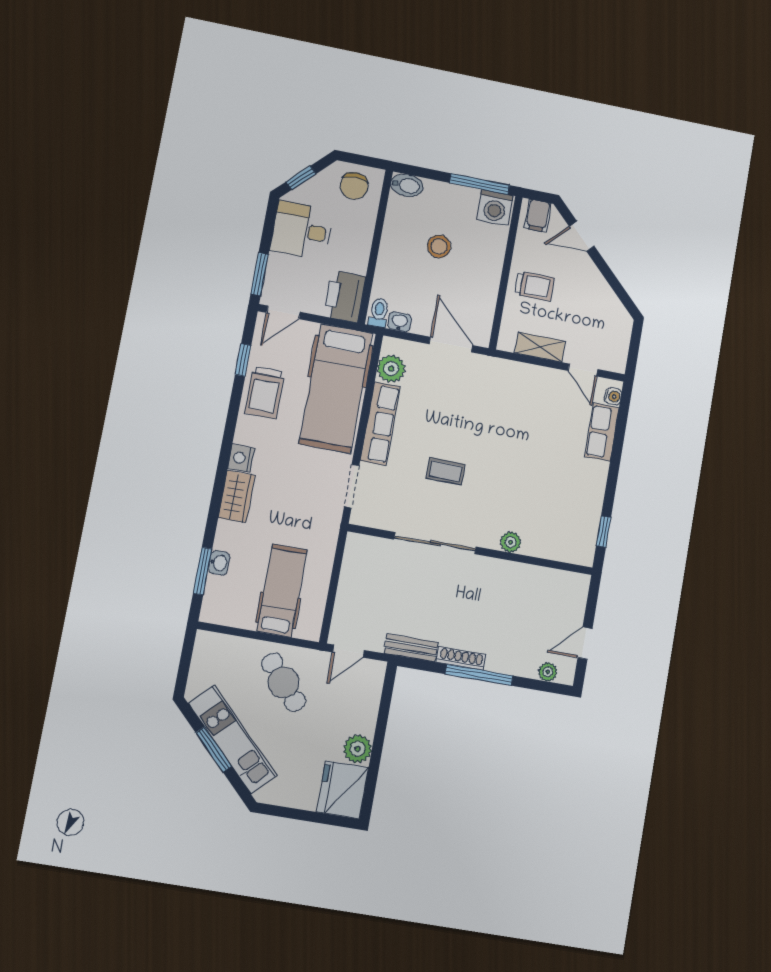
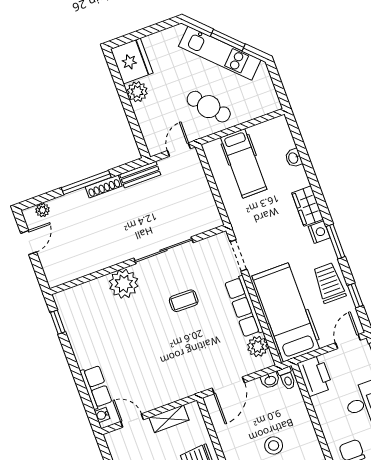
door: (451, 345) -> (228, 385), hinge flipped
plant: (511, 542) -> (124, 284), width x1.88, depth x1.88
window: (203, 571) -> (336, 242), moved

